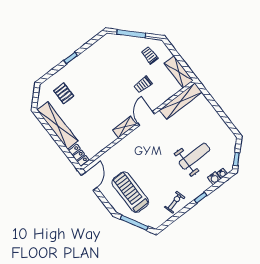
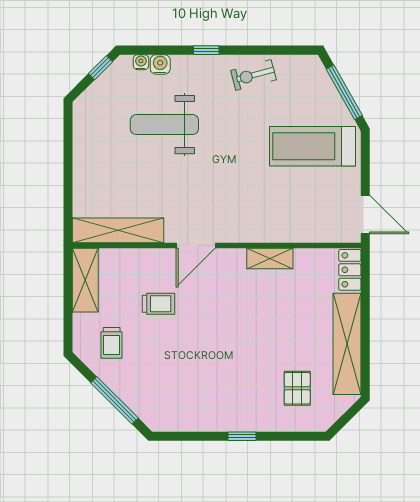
shelving: (125, 127) -> (270, 258), moved
door: (89, 181) -> (365, 214), swing flipped
treadmill: (130, 192) -> (312, 146), turned 90

